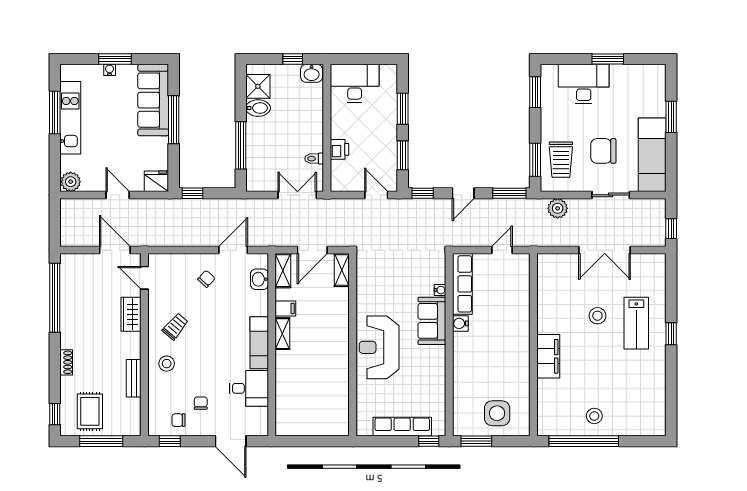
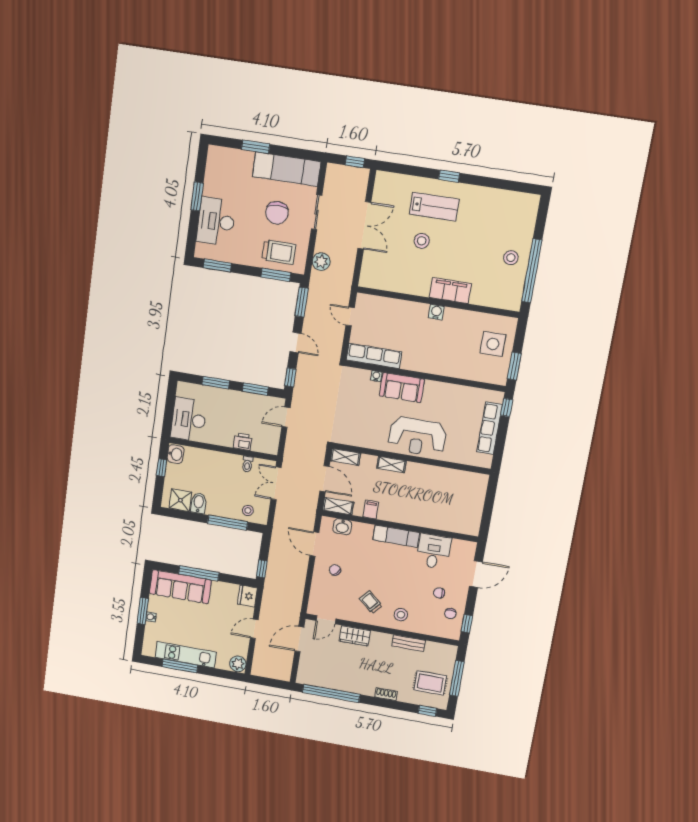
stool: (259, 167) -> (248, 510), added
water cooler: (460, 323) -> (436, 312), moved, turned 180
shelving: (282, 334) -> (391, 465), moved

